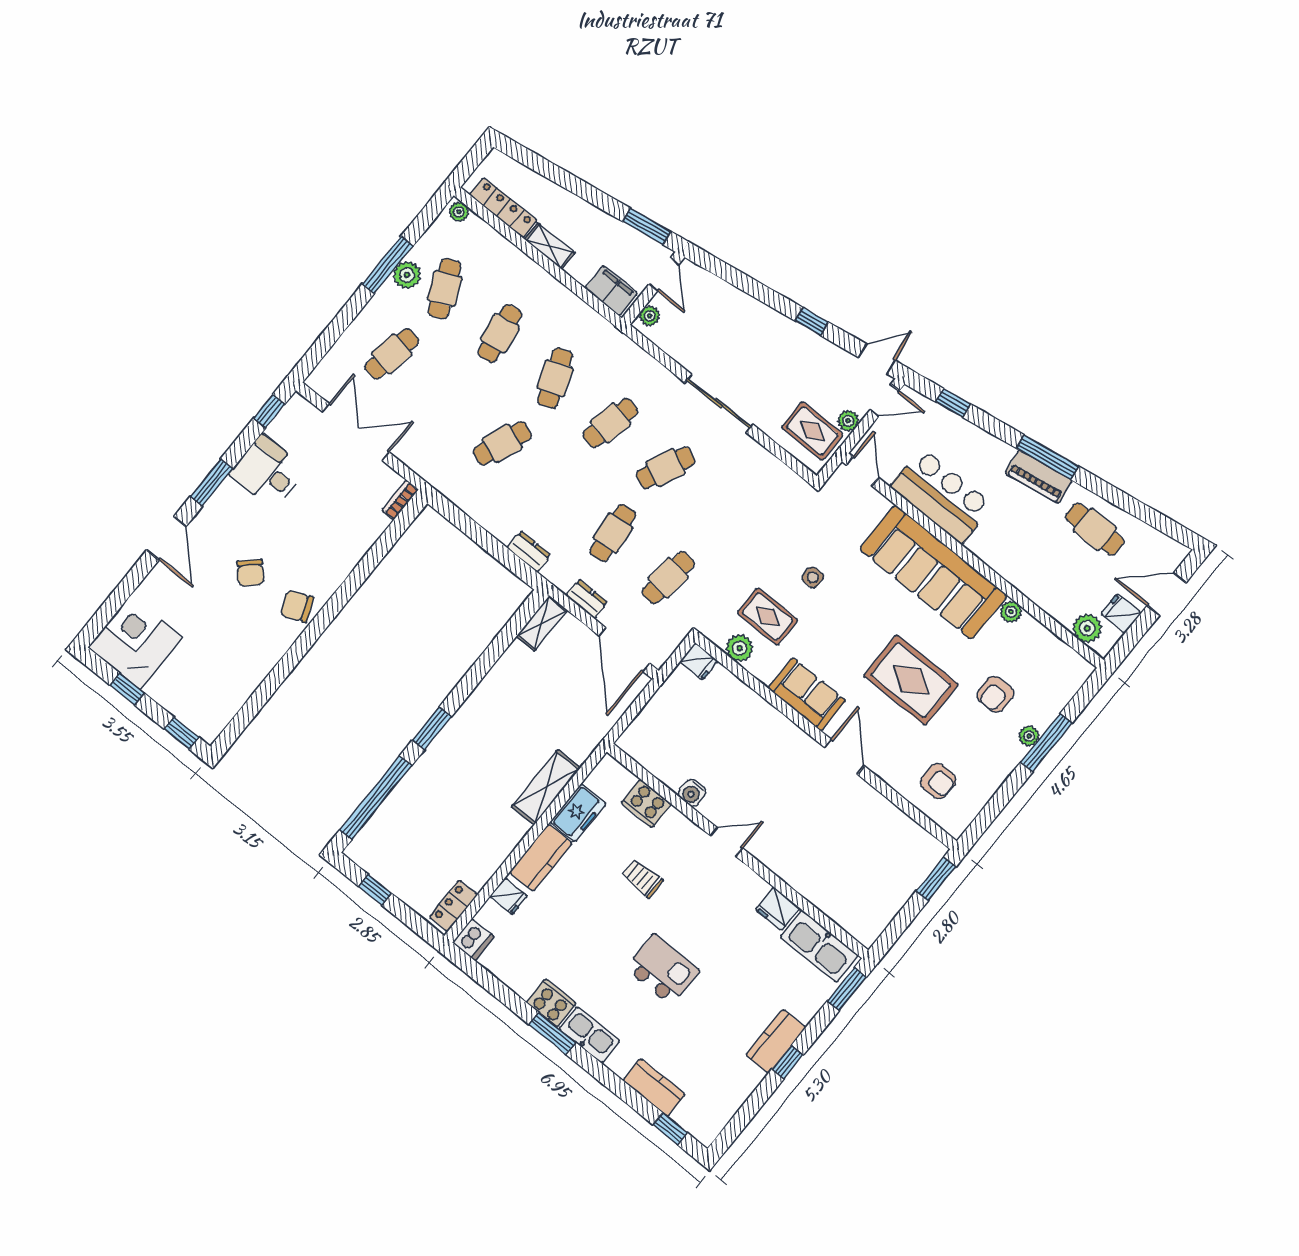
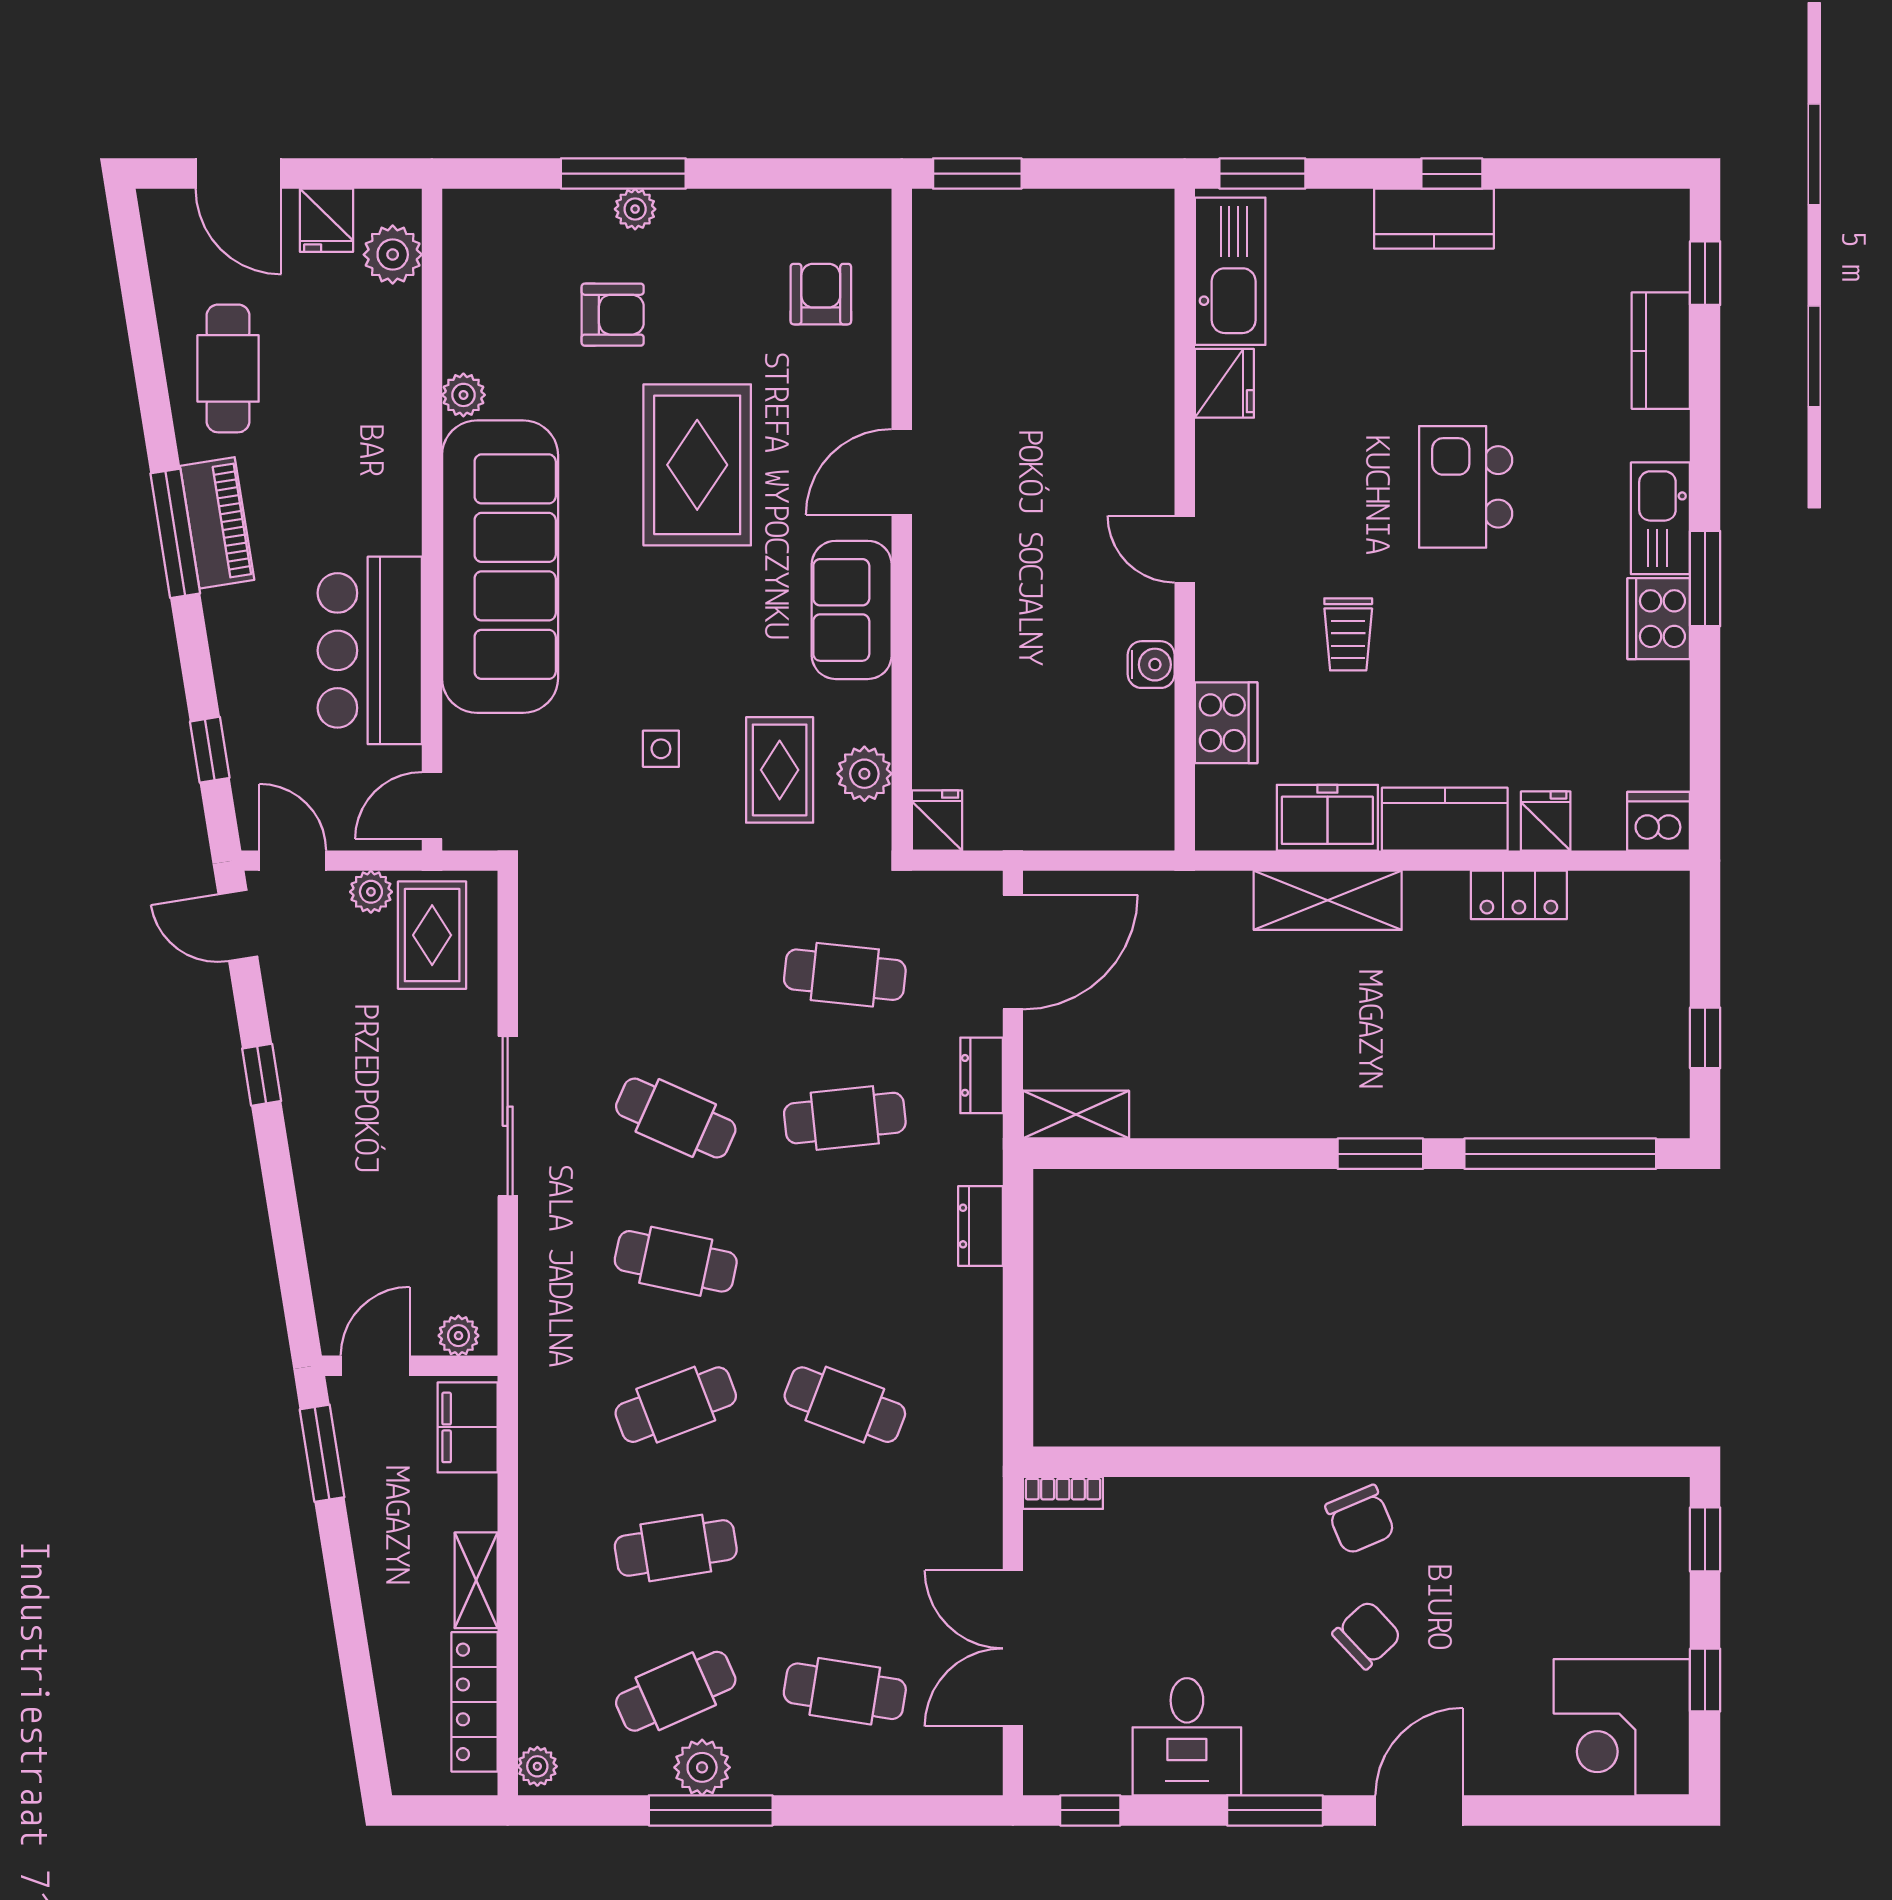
locker: (453, 906) -> (1519, 895), moved

